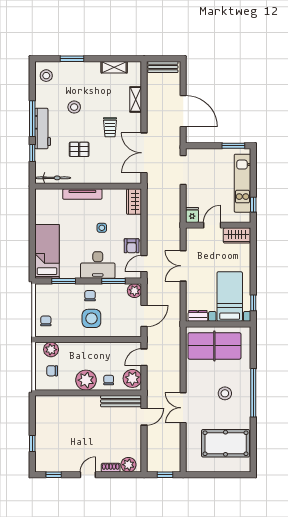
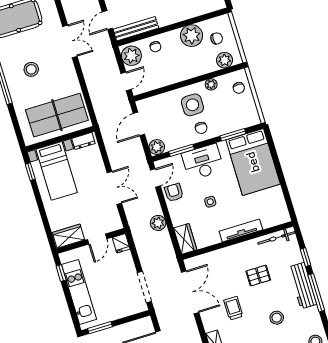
plant: (154, 223) -> (158, 223), added
bed: (47, 251) -> (253, 162), width x1.50
plant: (69, 332) -> (211, 84), added
plant: (86, 380) -> (192, 36), moved

